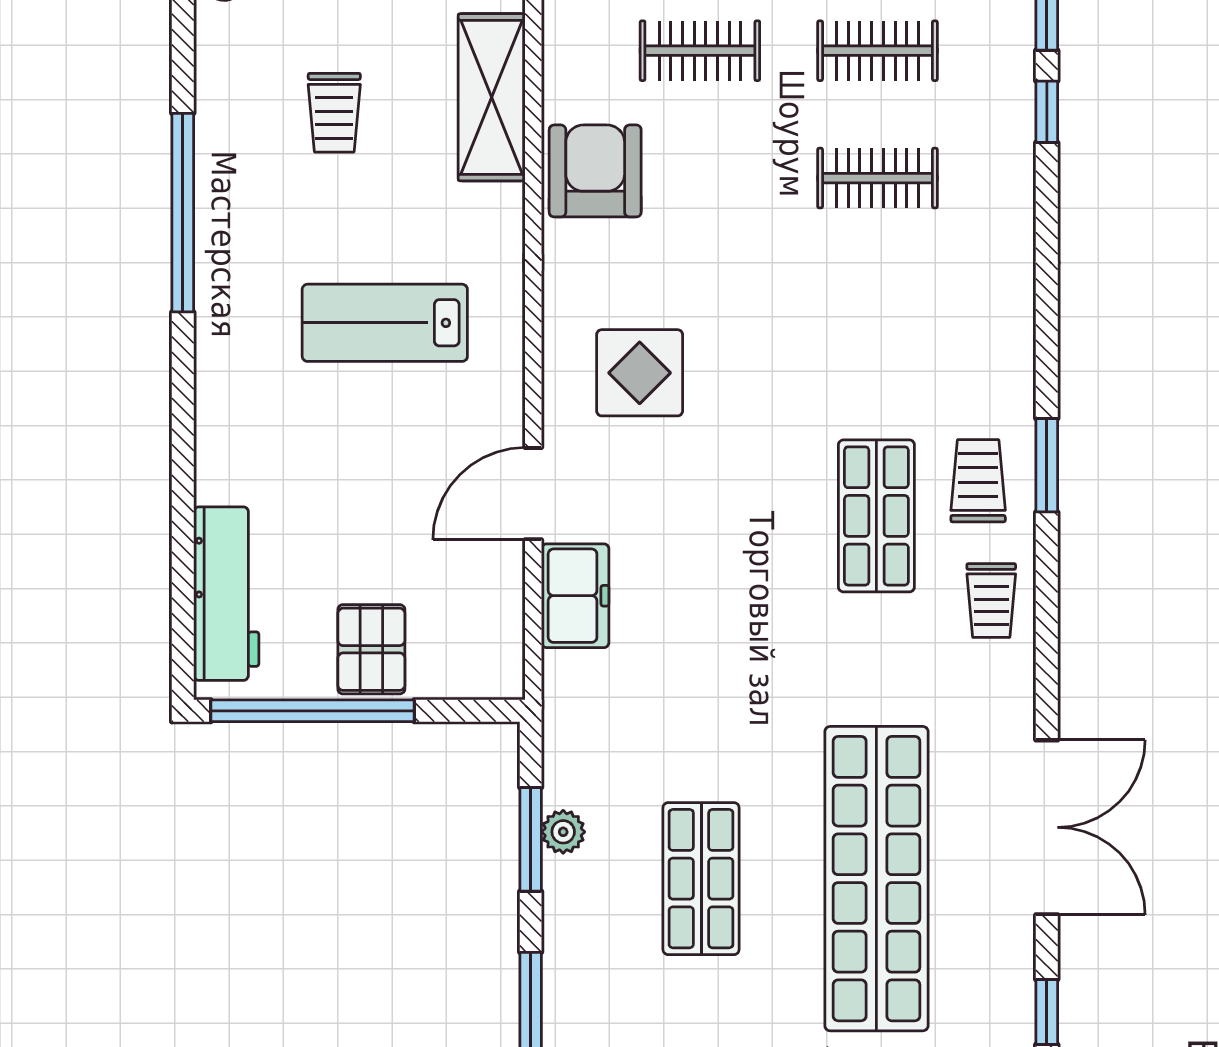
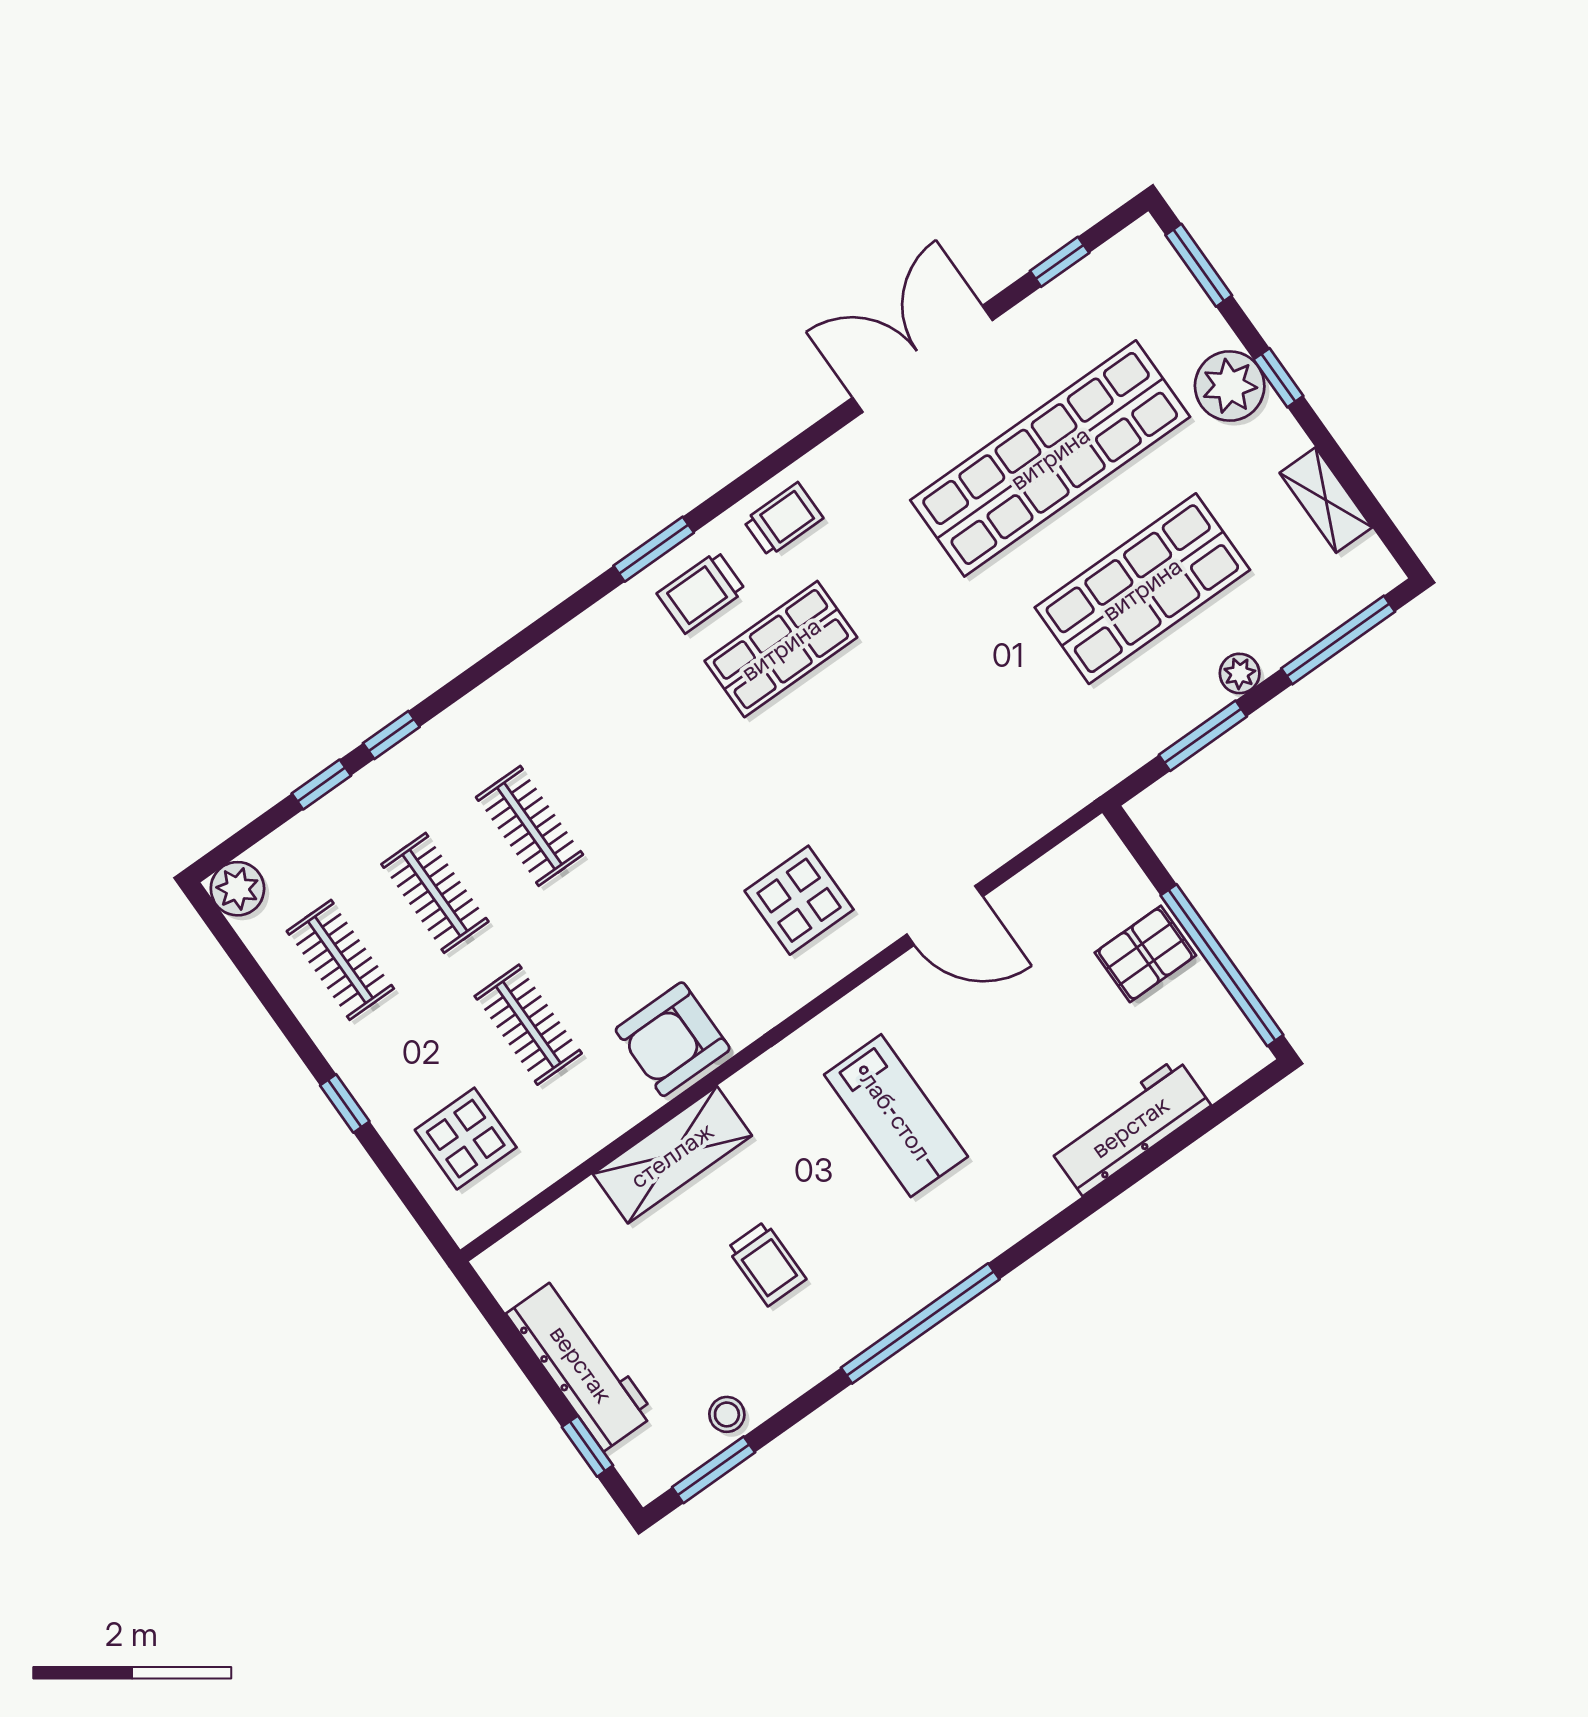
trolley: (334, 113) -> (766, 1264), turned 90
workbench: (226, 594) -> (1130, 1127), moved
freezer: (575, 596) -> (998, 831), removed
plant: (563, 832) -> (1240, 673), moved
shop shelf: (701, 879) -> (1142, 589), width x1.43, depth x1.36

